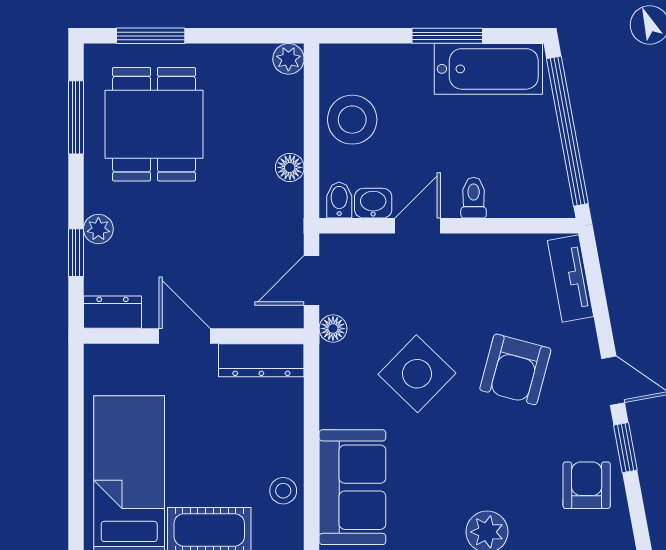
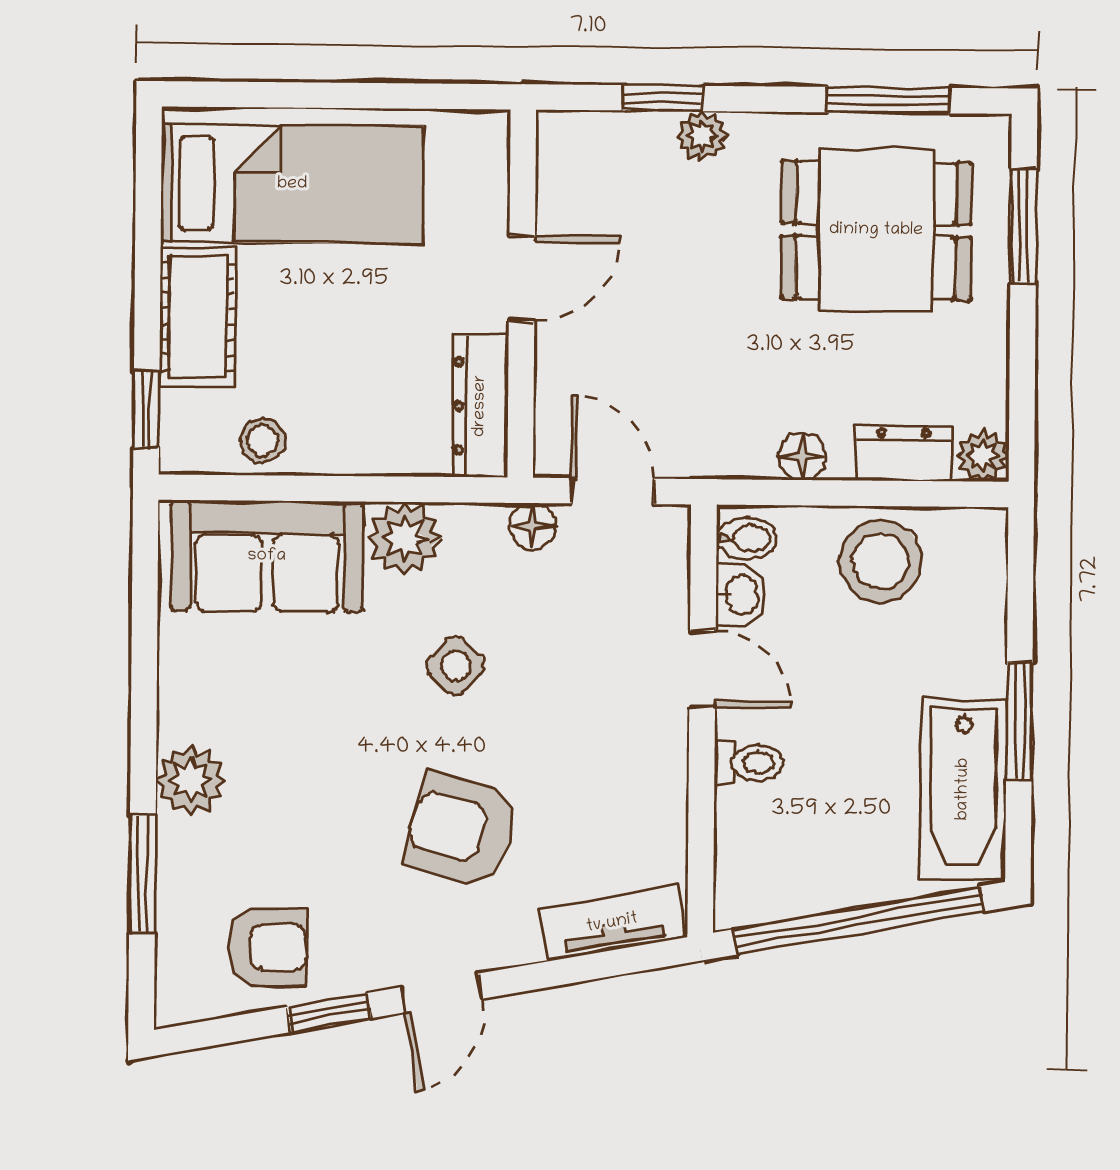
dresser: (113, 312) -> (904, 454), moved, turned -90
side table: (417, 374) -> (456, 666), width x0.54, depth x0.54
plant: (341, 405) -> (405, 538), added

